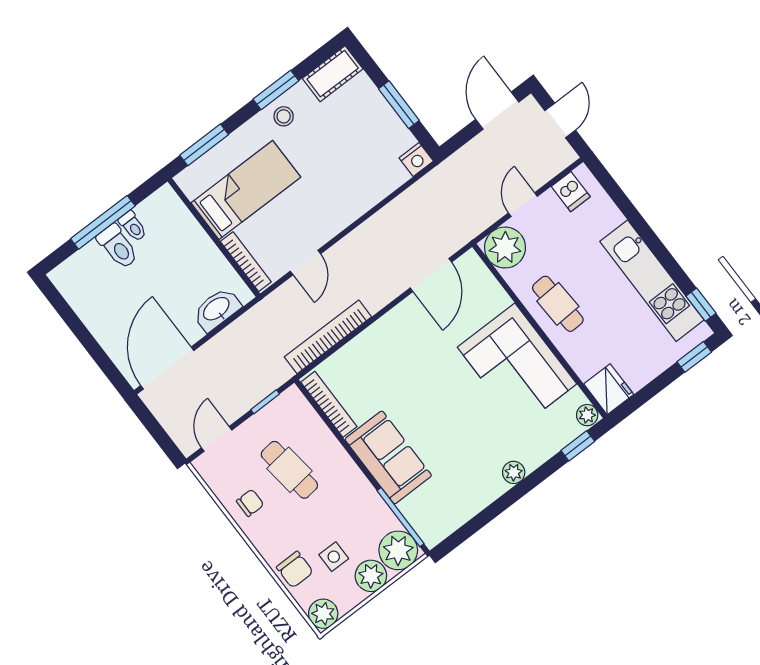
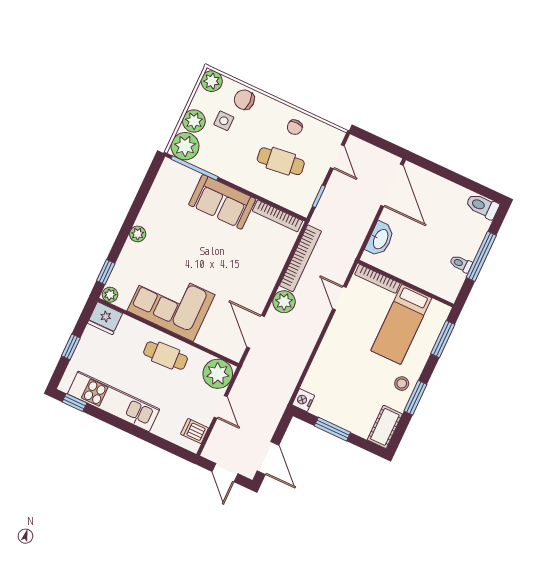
toilet: (118, 247) -> (482, 206), moved
plant: (376, 294) -> (284, 302), added
window: (694, 357) -> (71, 347), moved

